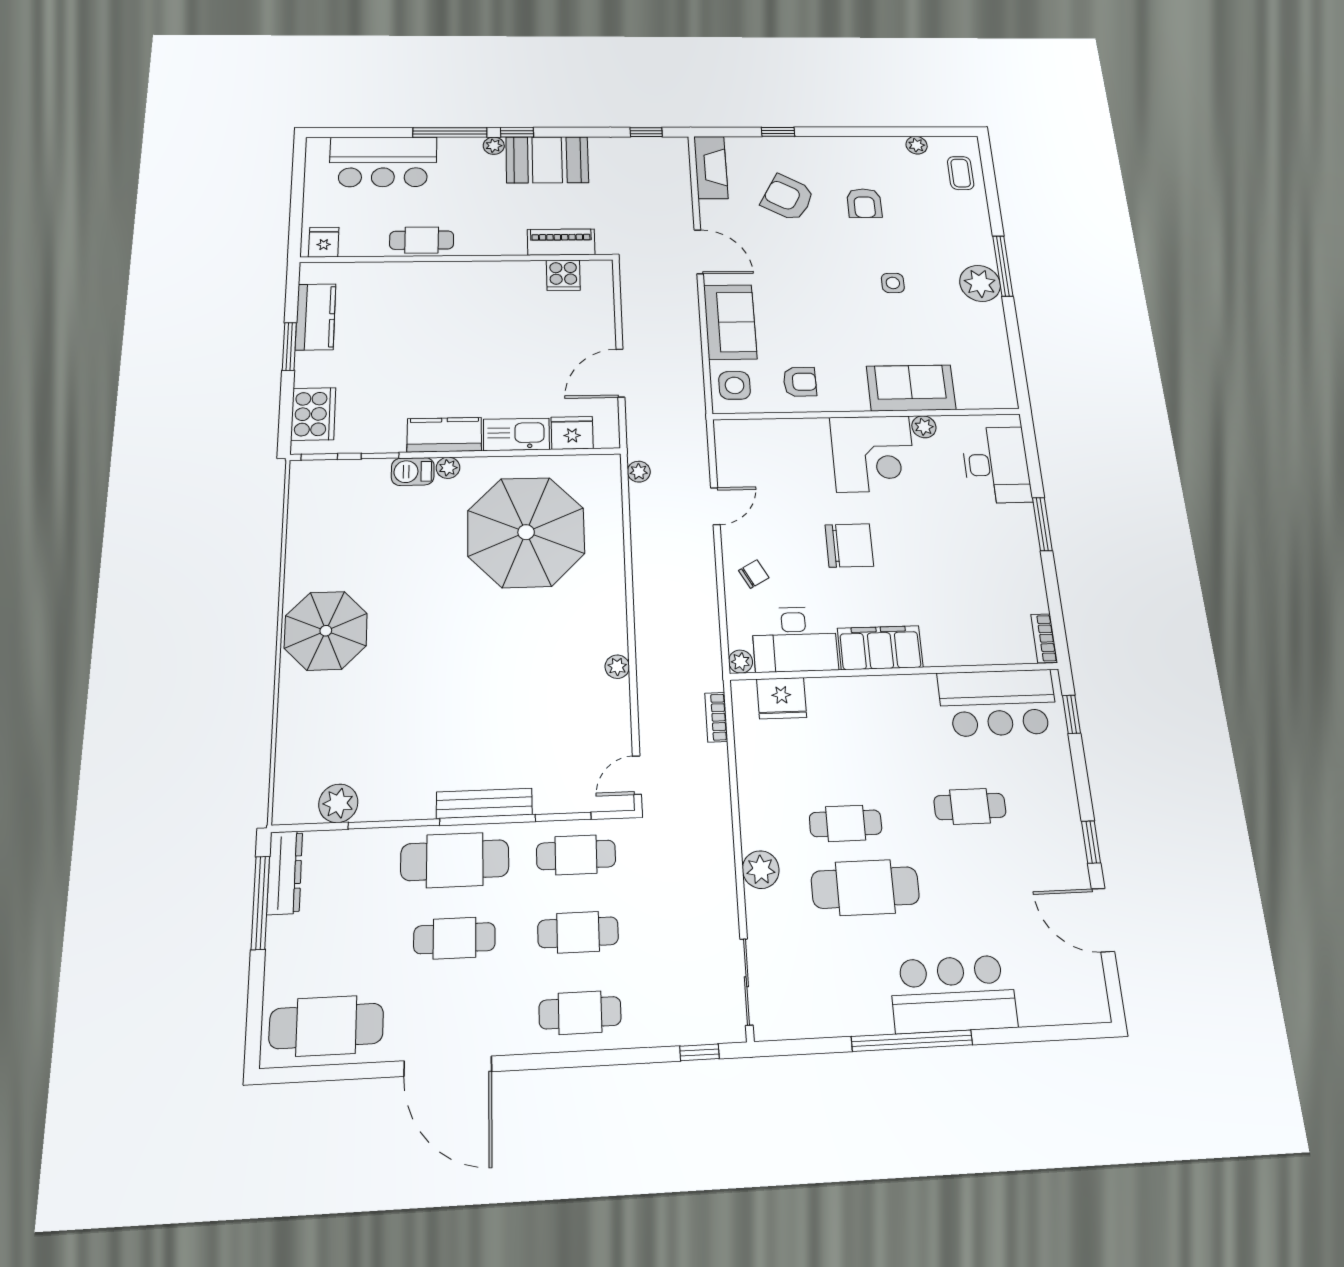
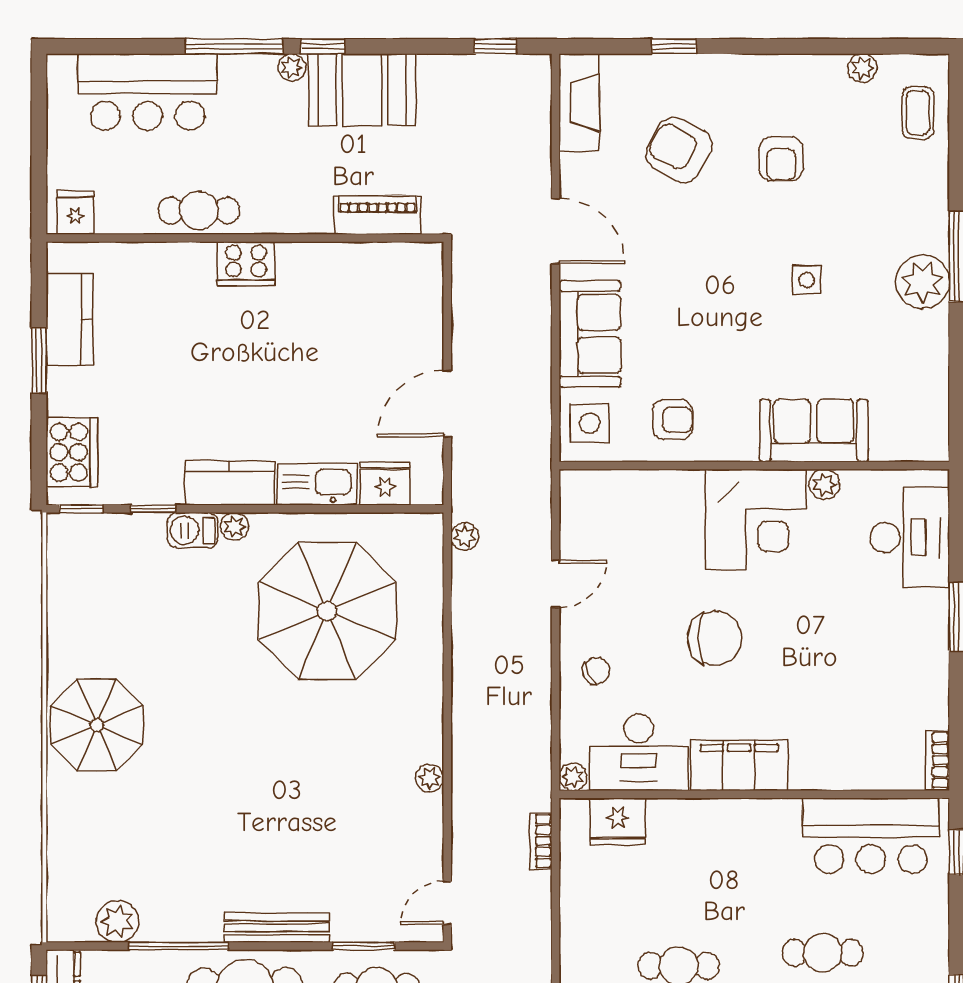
cooker: (563, 275) -> (246, 264), moved, width x1.36

